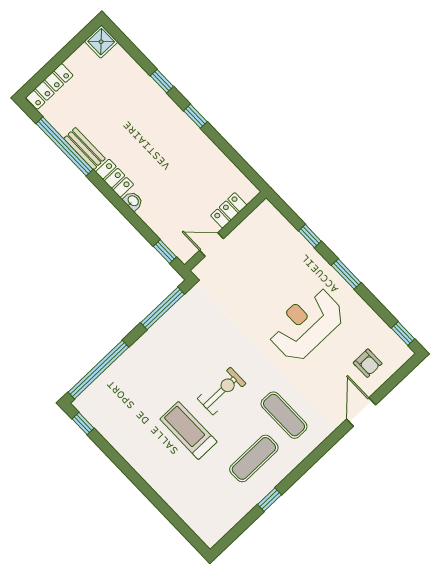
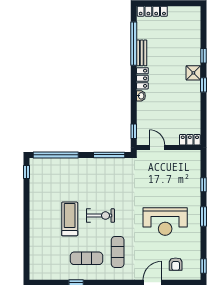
shower: (101, 42) -> (193, 73), moved
locker: (229, 210) -> (190, 140), moved
reception desk: (306, 324) -> (165, 222), turned 180

